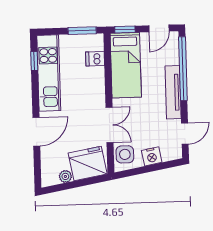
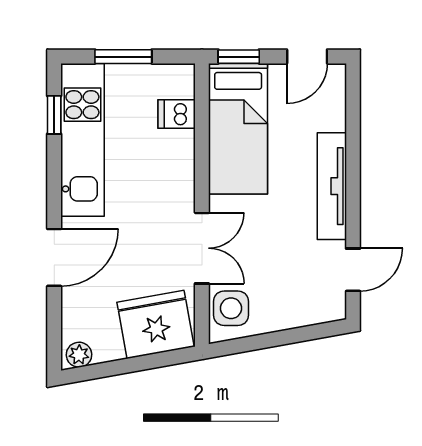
window: (82, 31) -> (123, 57), moved
window: (183, 69) -> (353, 139), removed
nightstand: (152, 156) -> (285, 314), removed
plant: (65, 176) -> (79, 355), moved

